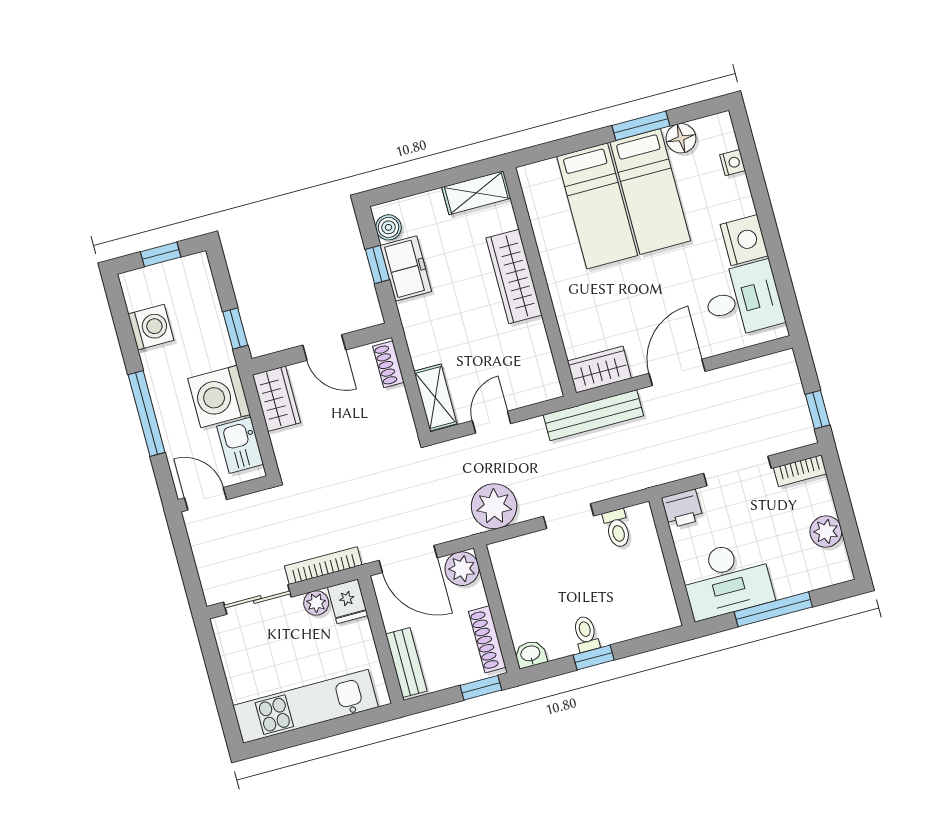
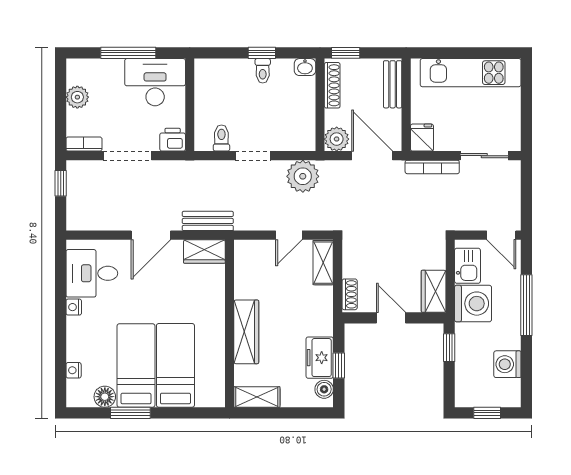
nightstand: (744, 240) -> (74, 307), width x0.53, depth x0.56
bench: (593, 415) -> (208, 221), width x0.73
plant: (316, 603) -> (444, 142), removed

